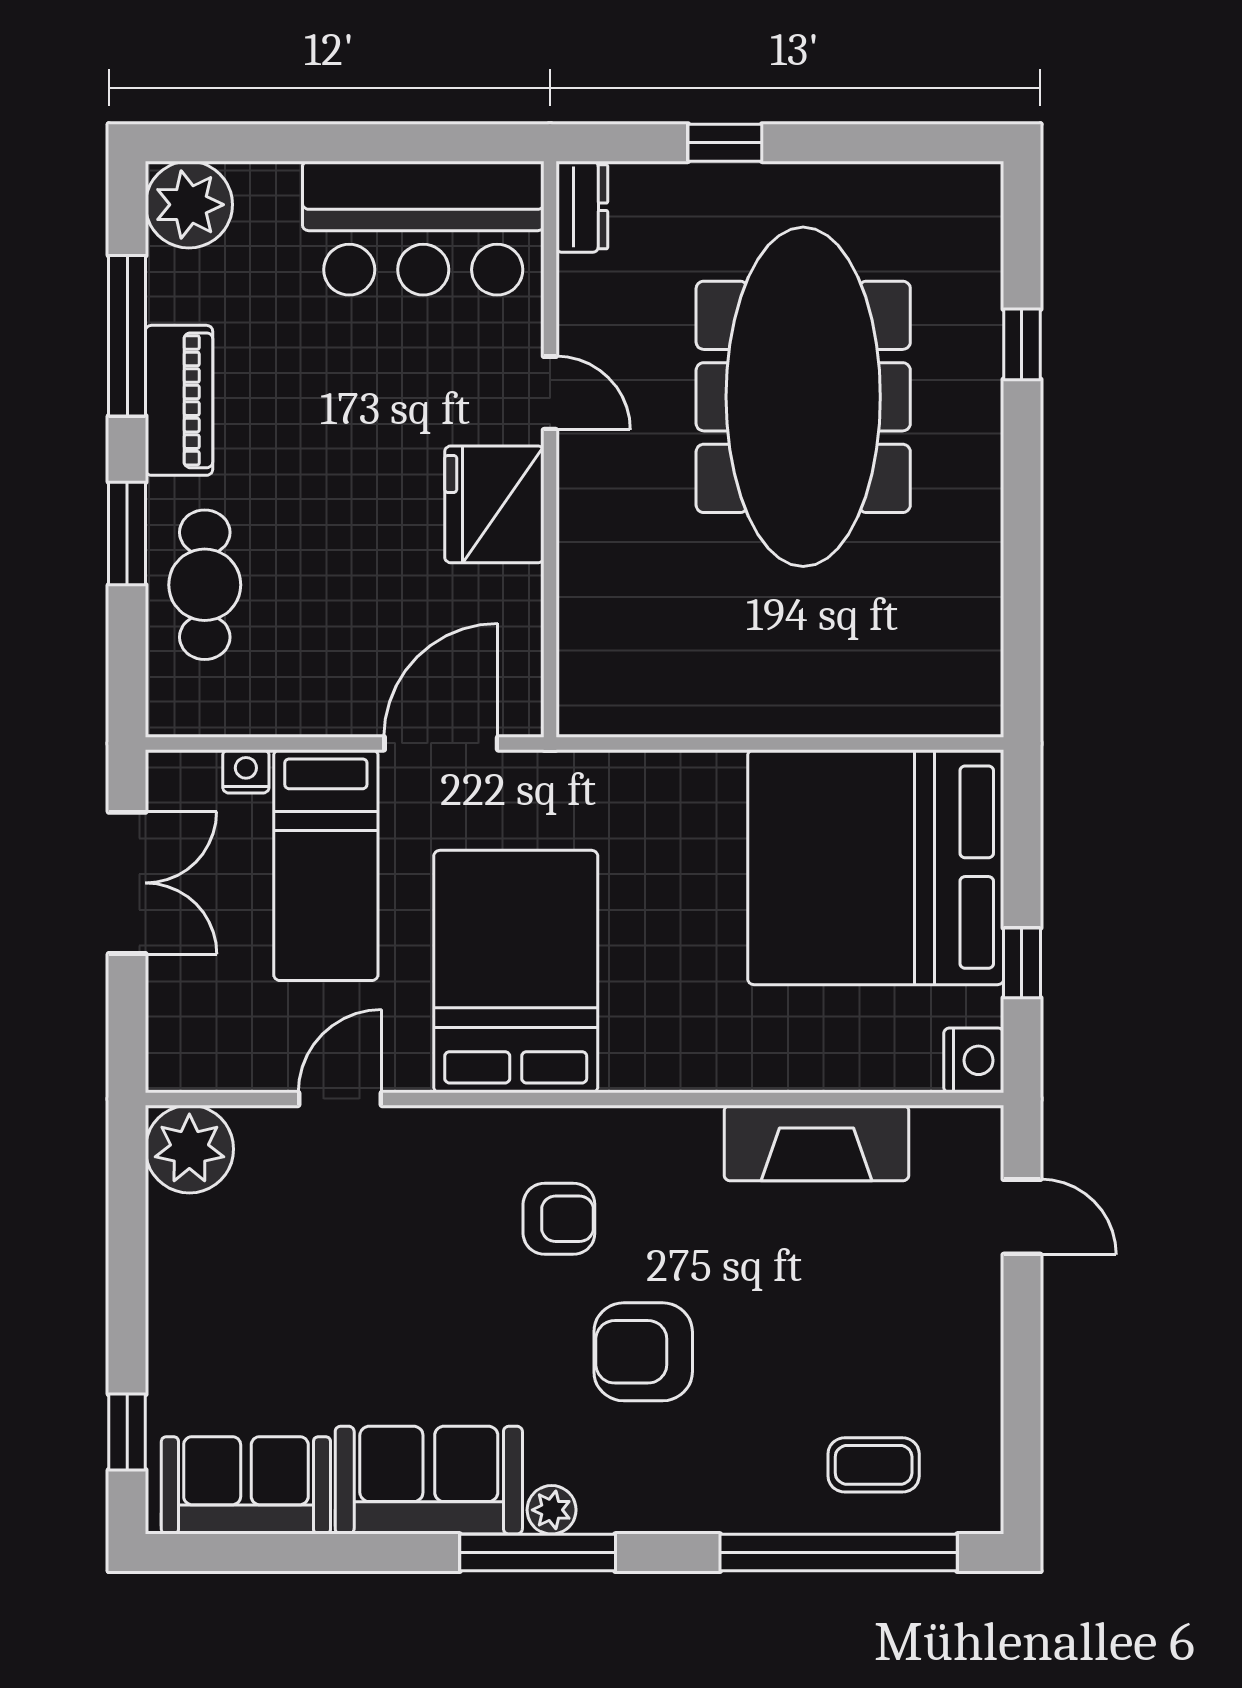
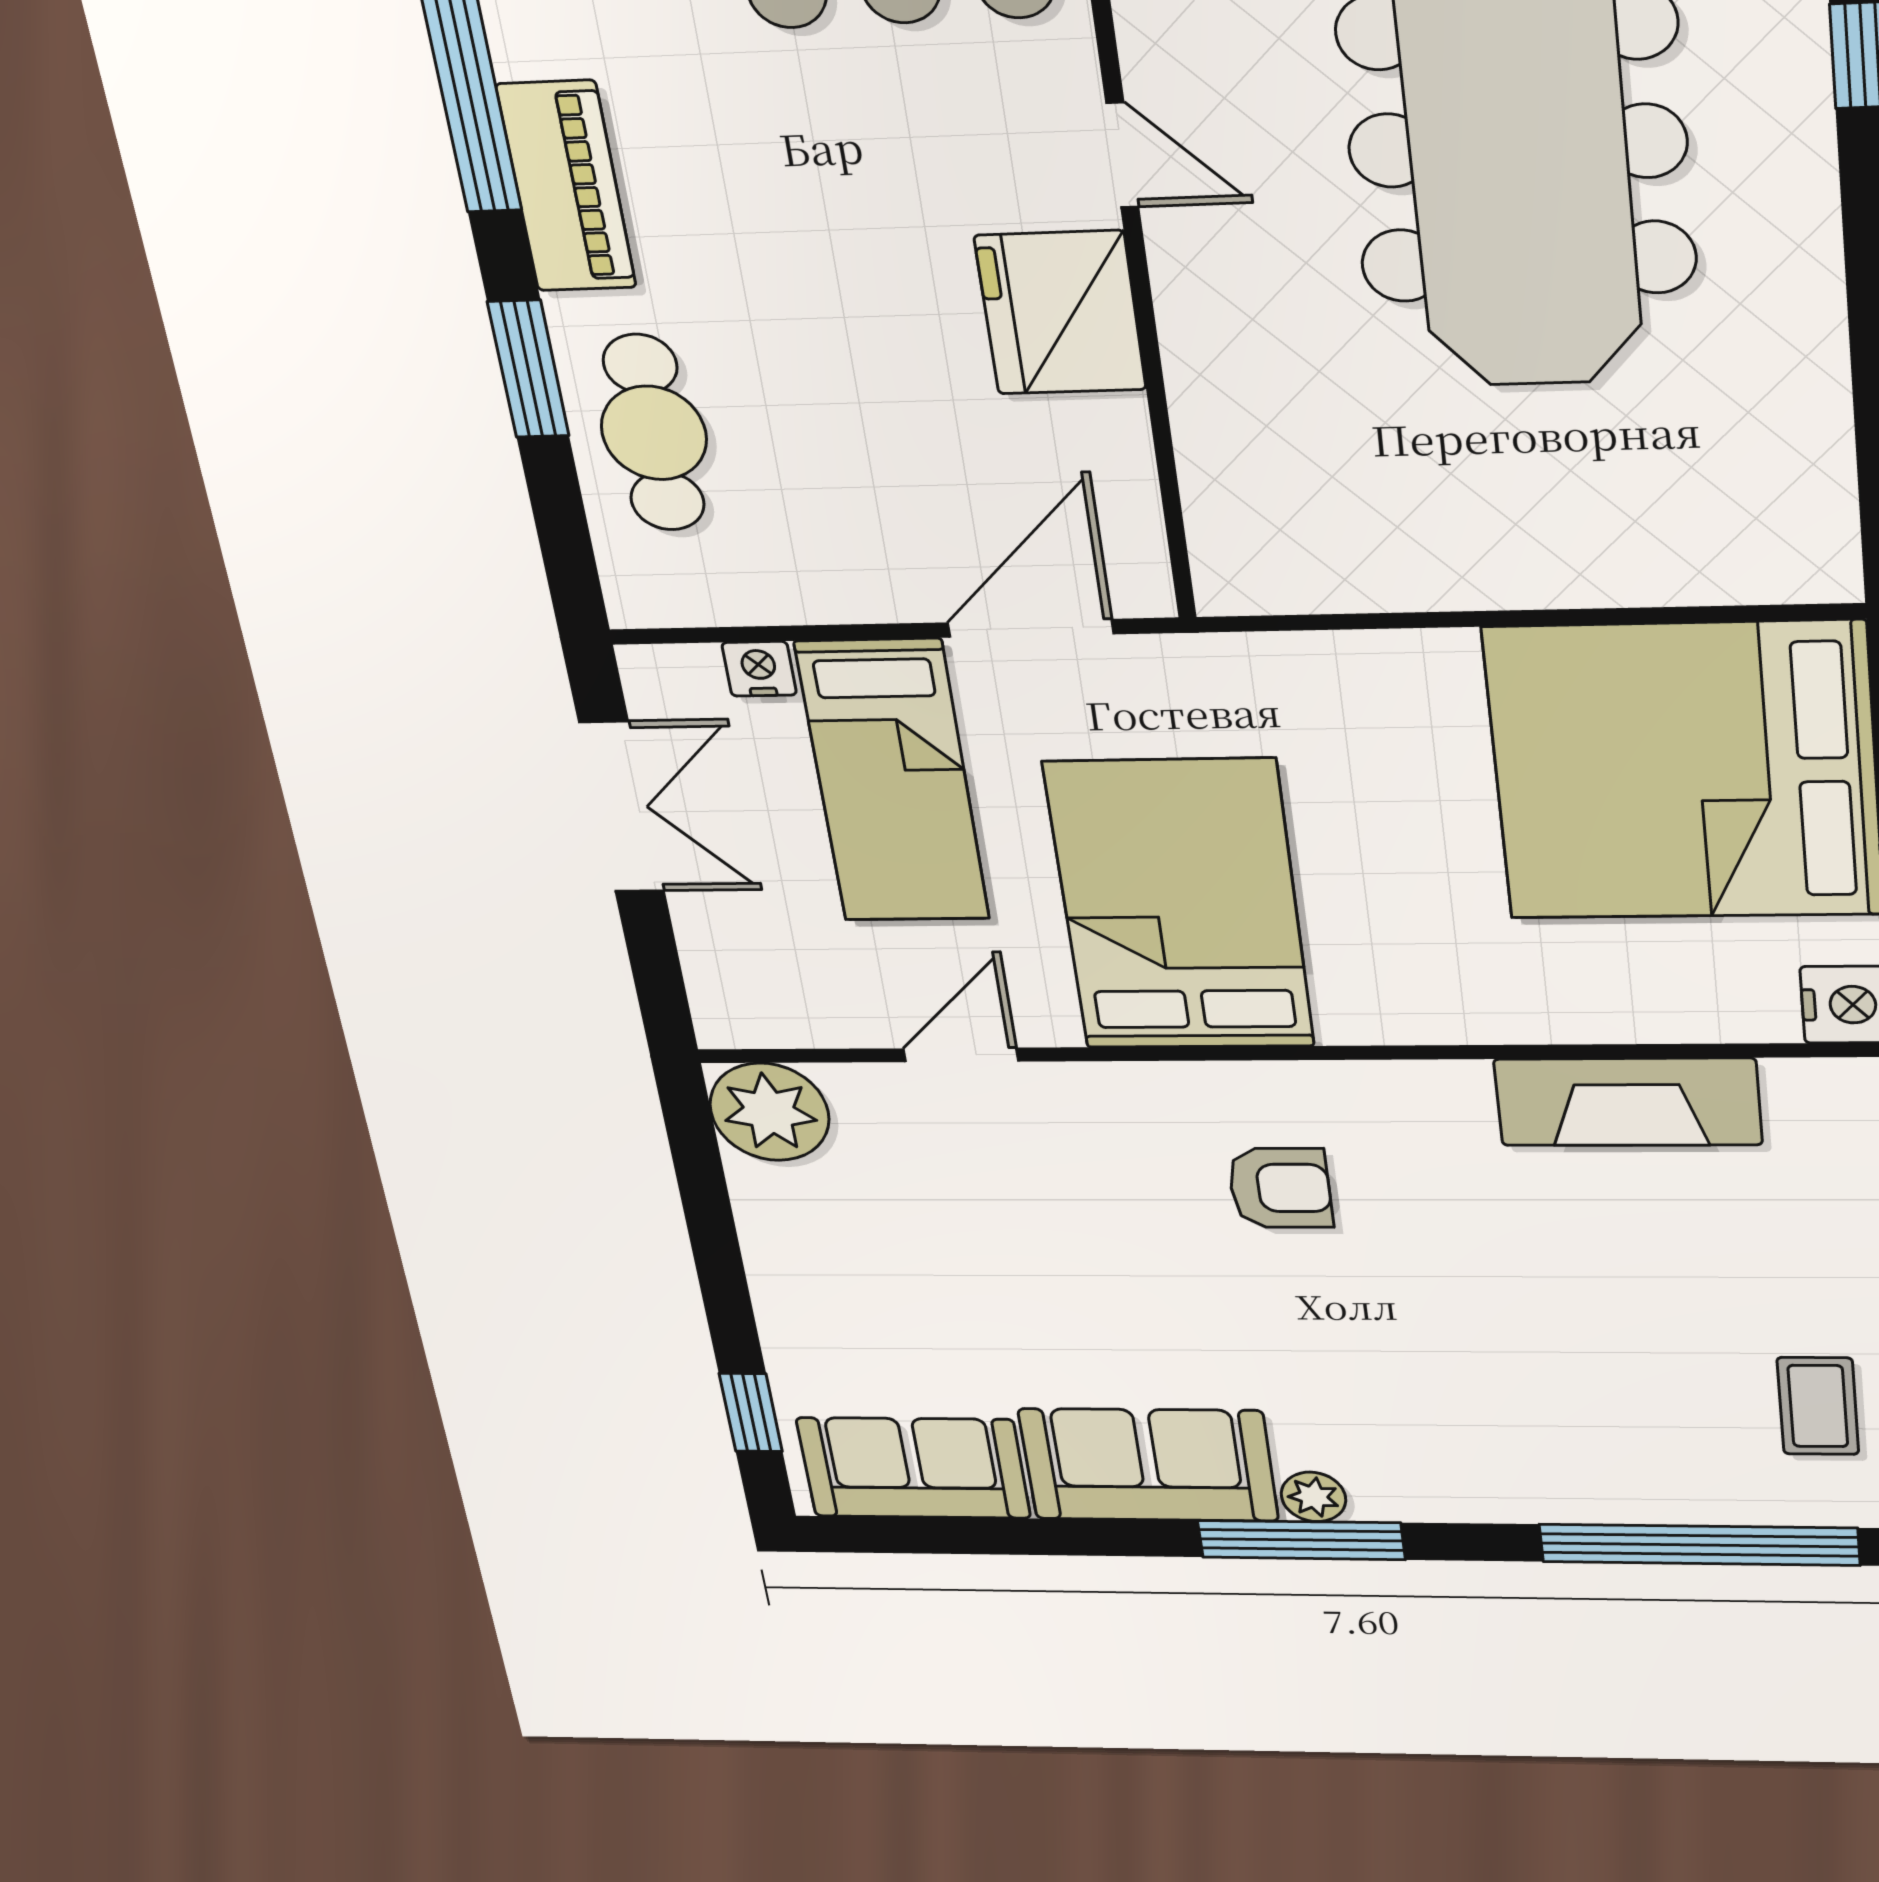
armchair: (643, 1352) -> (1414, 1333), removed
coffee table: (874, 1465) -> (1818, 1406), moved, turned 90

